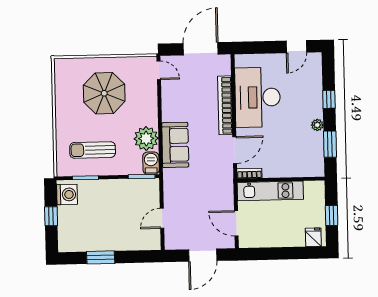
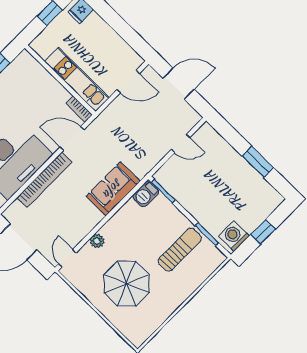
plant: (146, 139) -> (97, 241), moved, width x0.53, depth x0.53
sun lounger: (93, 150) -> (180, 250), turned -90
door: (236, 223) -> (128, 82), hinge flipped

